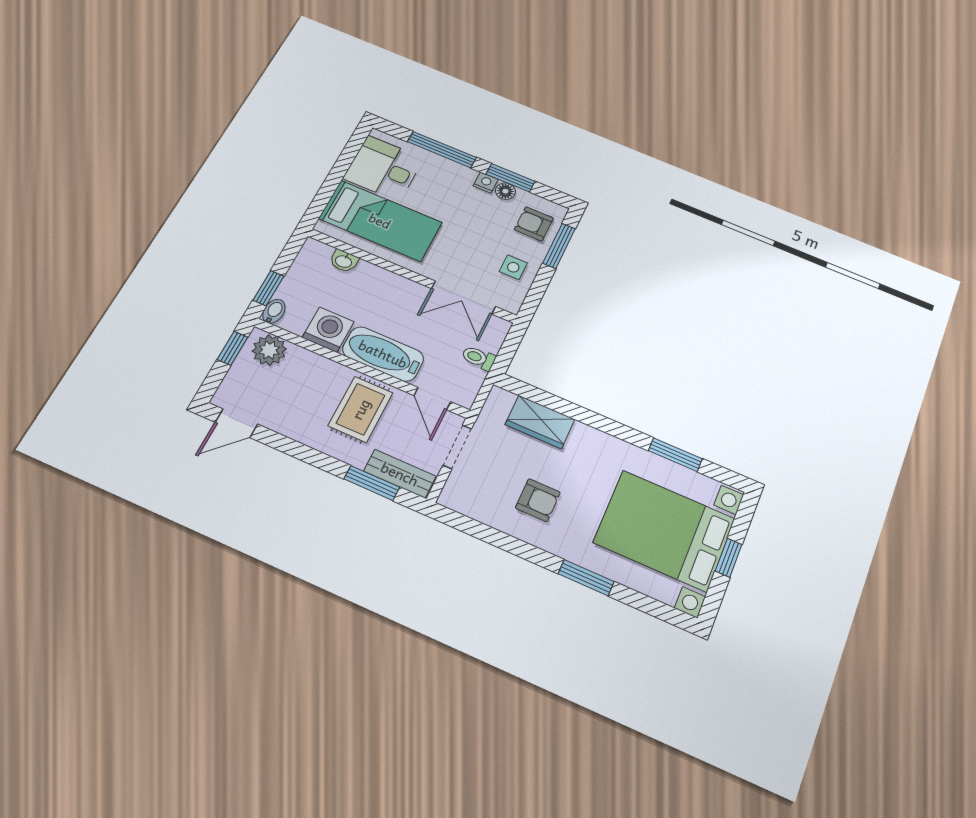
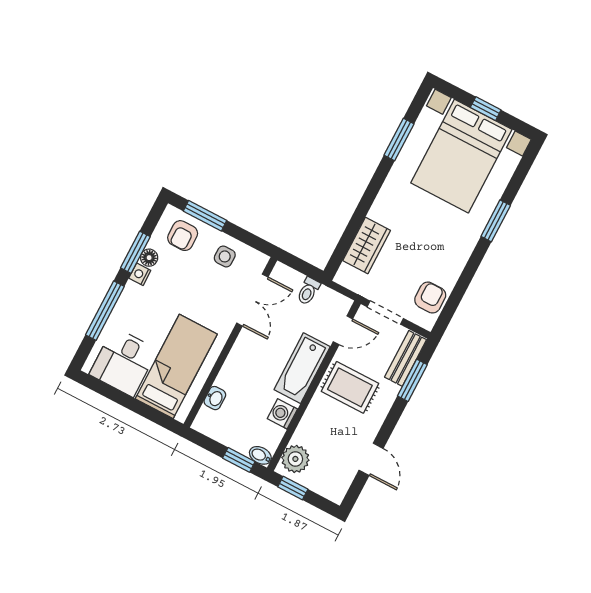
washing machine: (328, 330) -> (282, 414), width x0.73, depth x0.73
door: (236, 423) -> (371, 459), moved
armchair: (538, 500) -> (430, 298), moved

